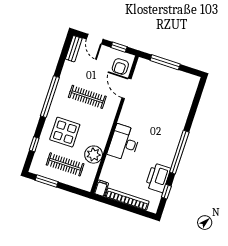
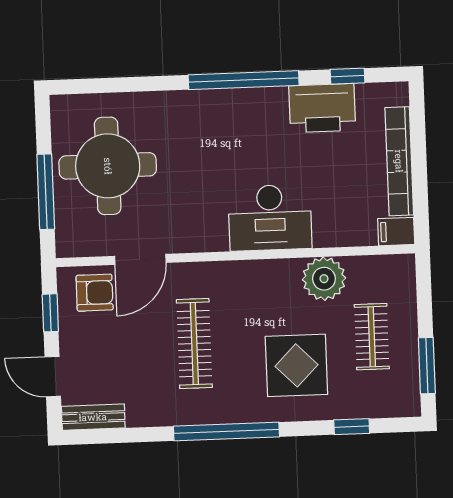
door: (95, 39) -> (53, 377), swing flipped
round table: (166, 89) -> (108, 166), added
clothes rail: (65, 164) -> (372, 337), width x0.73

